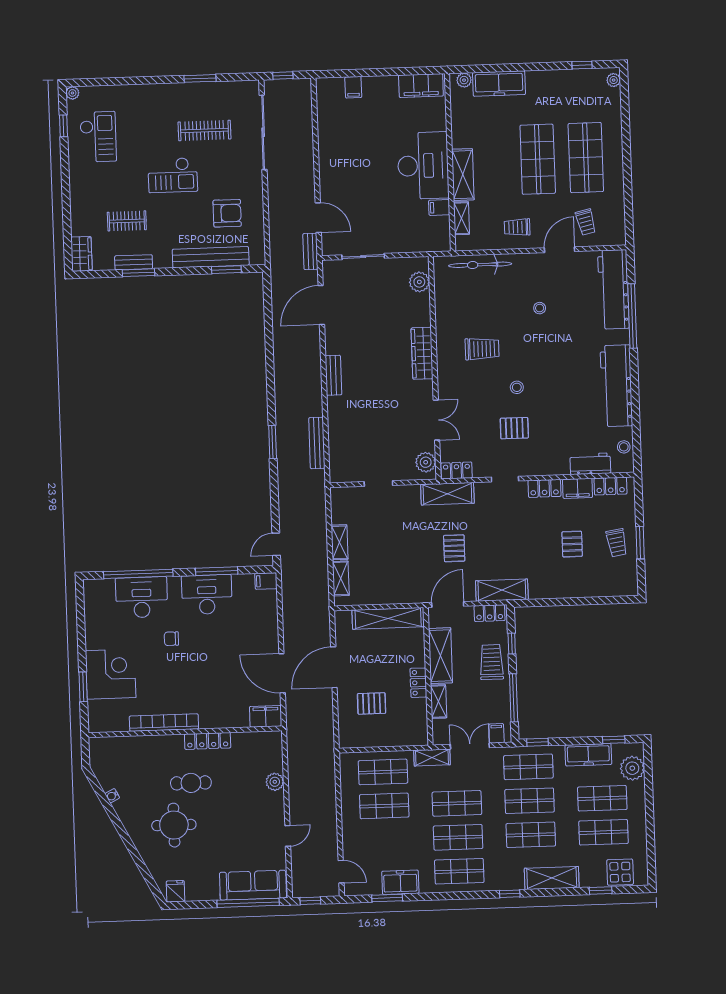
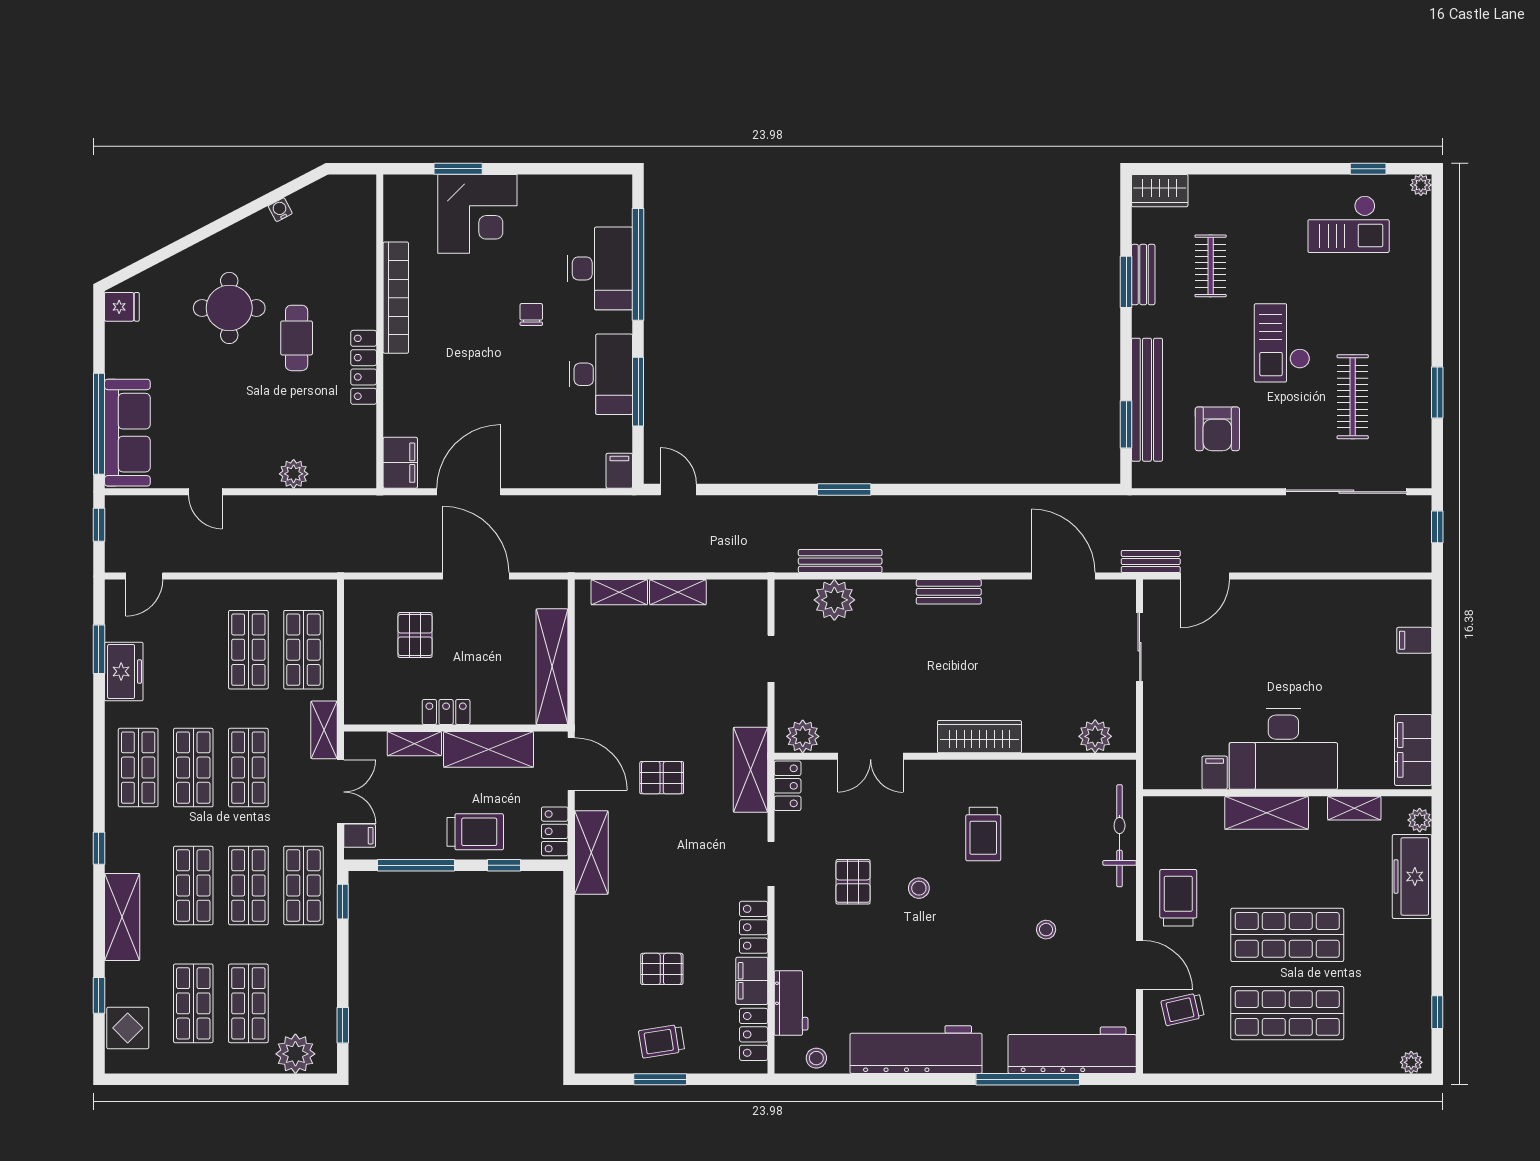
shelving: (461, 218) -> (1354, 808), moved
trolley: (517, 227) -> (1178, 898), width x1.36, depth x1.39
plant: (341, 446) -> (834, 600), added
freezer: (588, 755) -> (320, 983), removed

